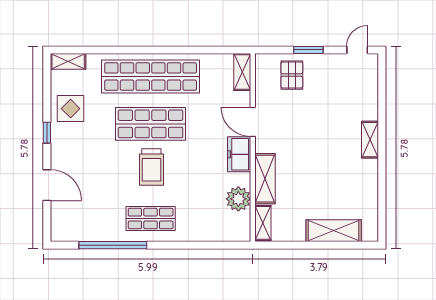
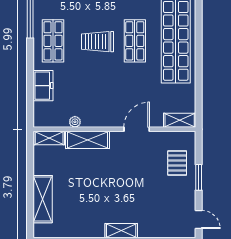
pallet: (292, 75) -> (177, 163), turned 90
shop shelf: (151, 124) -> (135, 41), width x0.70, depth x0.74
freezer: (239, 154) -> (43, 86), moved, turned 90
plant: (238, 199) -> (75, 122), width x0.53, depth x0.53

